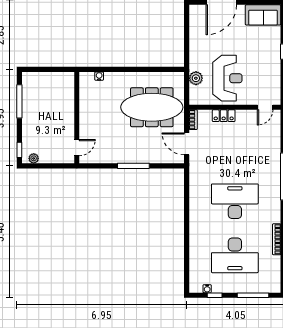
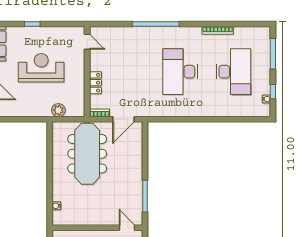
reception desk: (227, 78) -> (41, 68), moved
window: (133, 166) -> (145, 196), moved

